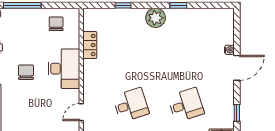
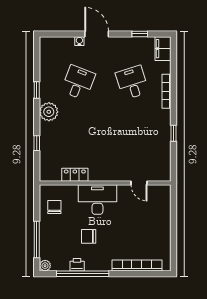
chair: (56, 24) -> (54, 207), turned 90
chair: (26, 72) -> (89, 236), moved
desk: (131, 105) -> (78, 83), moved, turned 39

